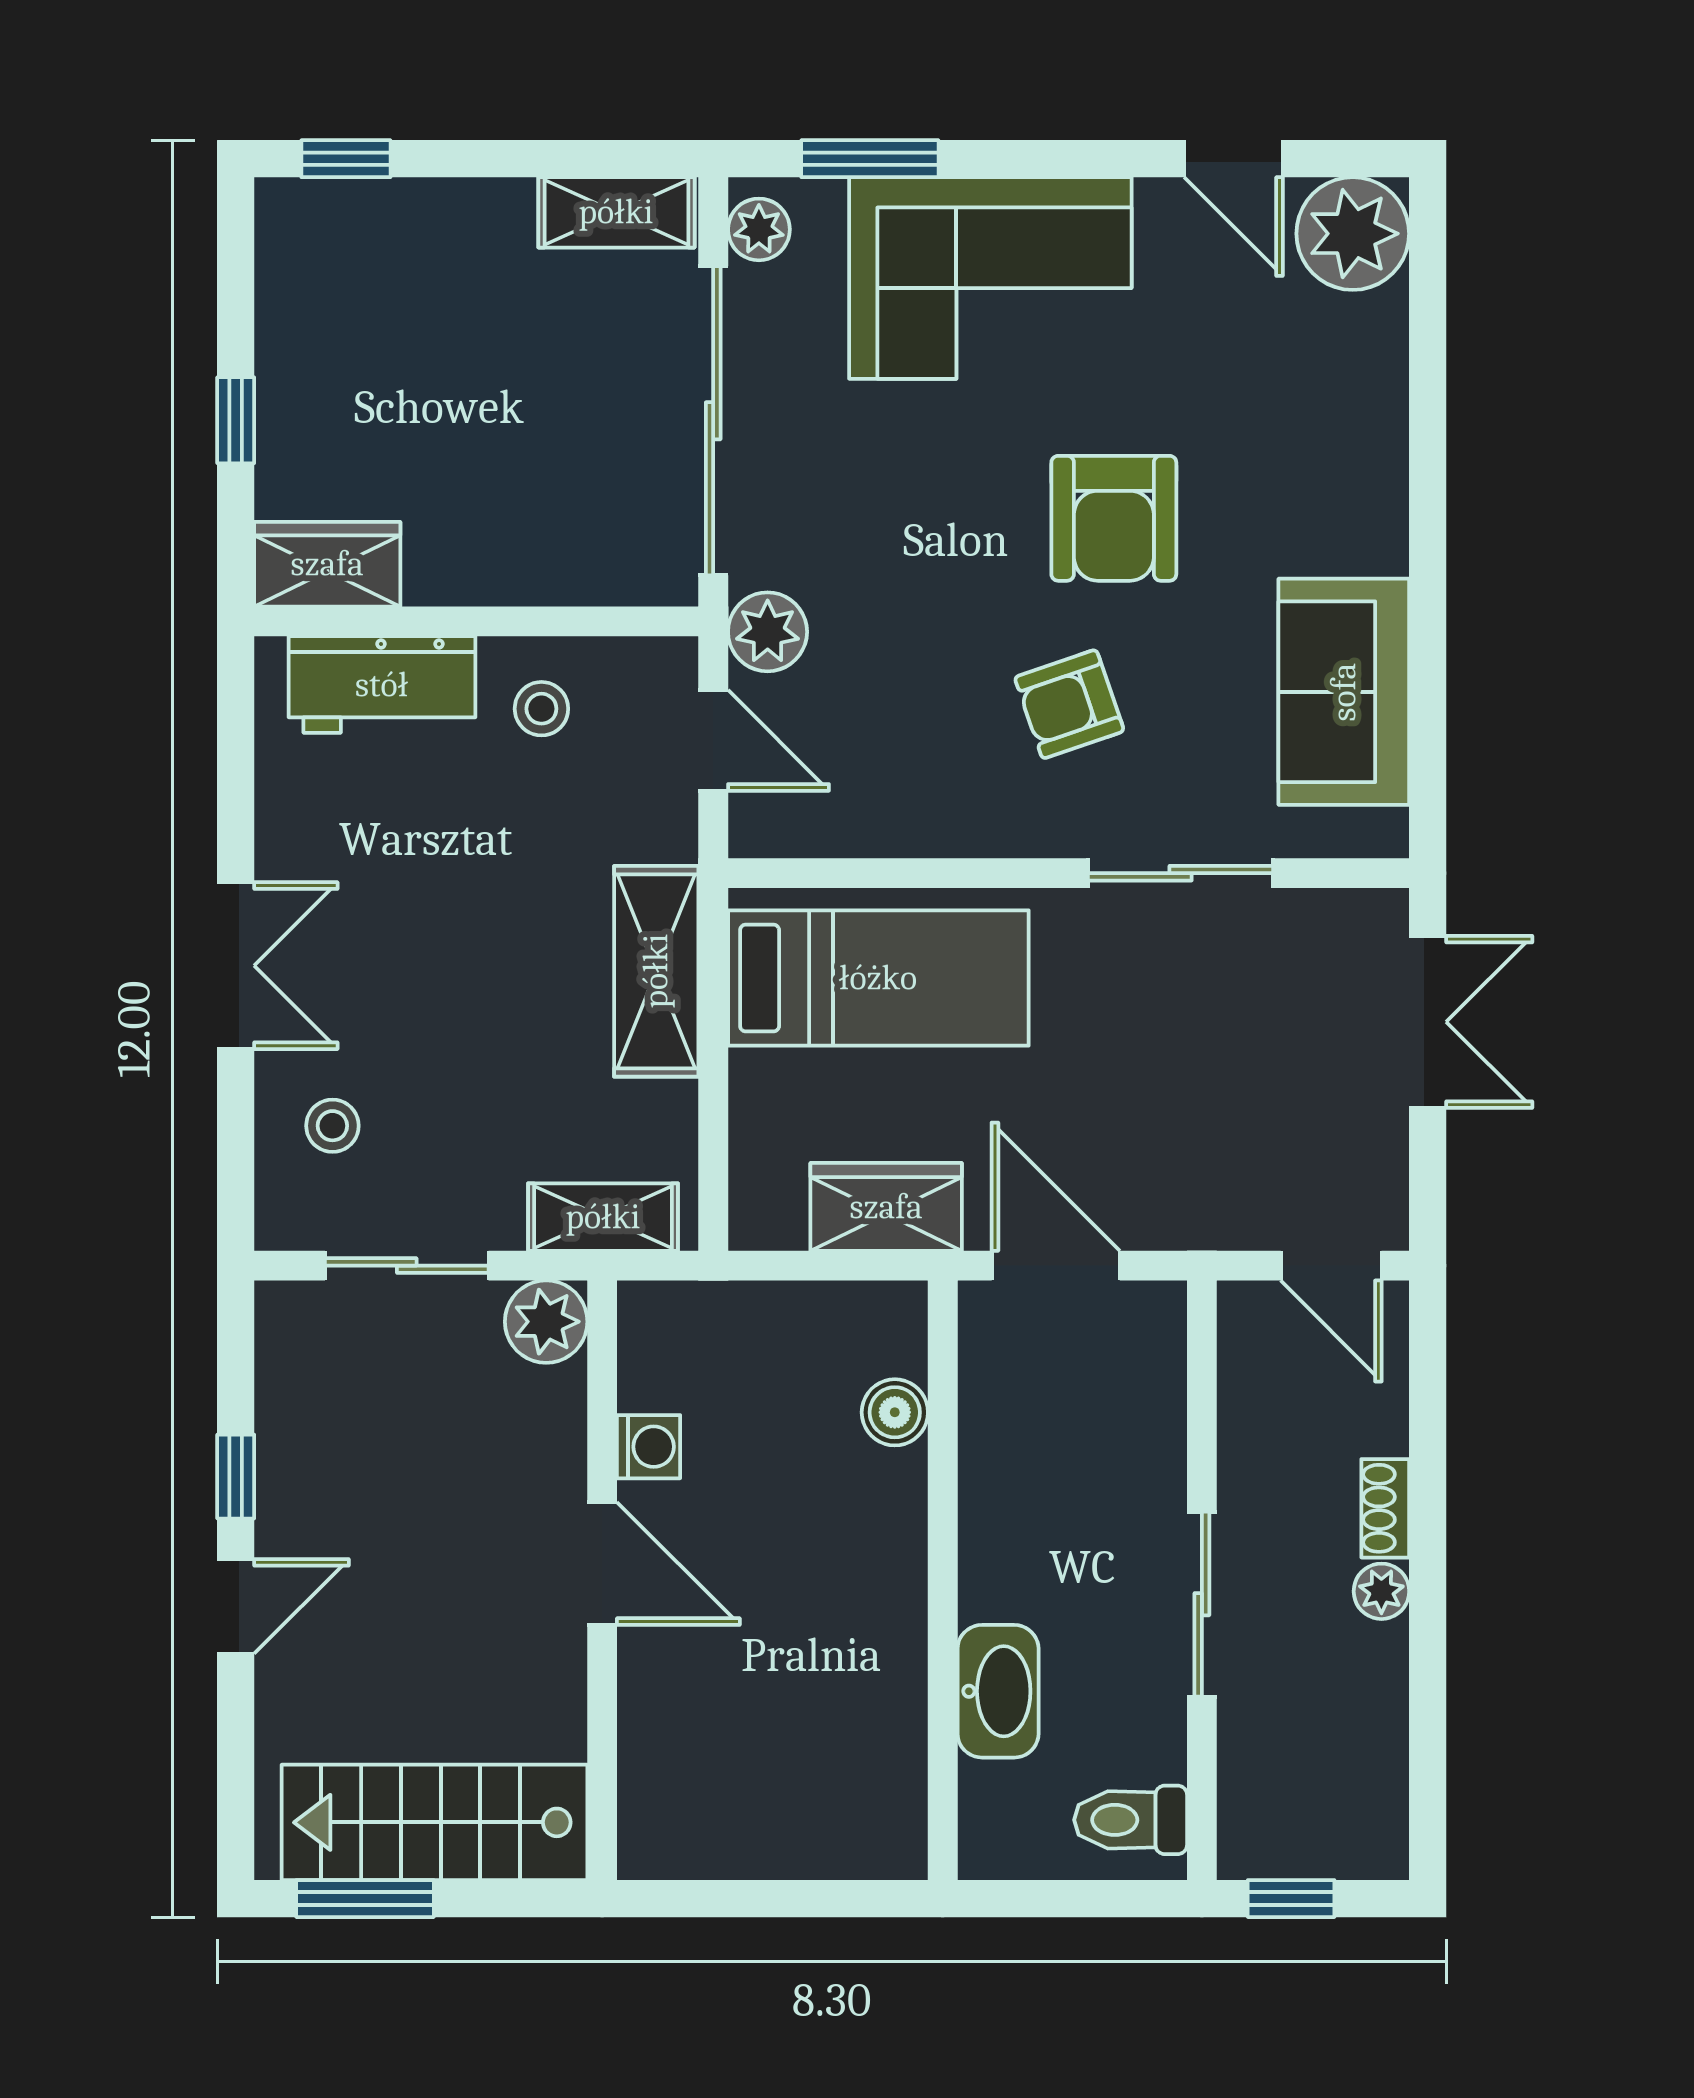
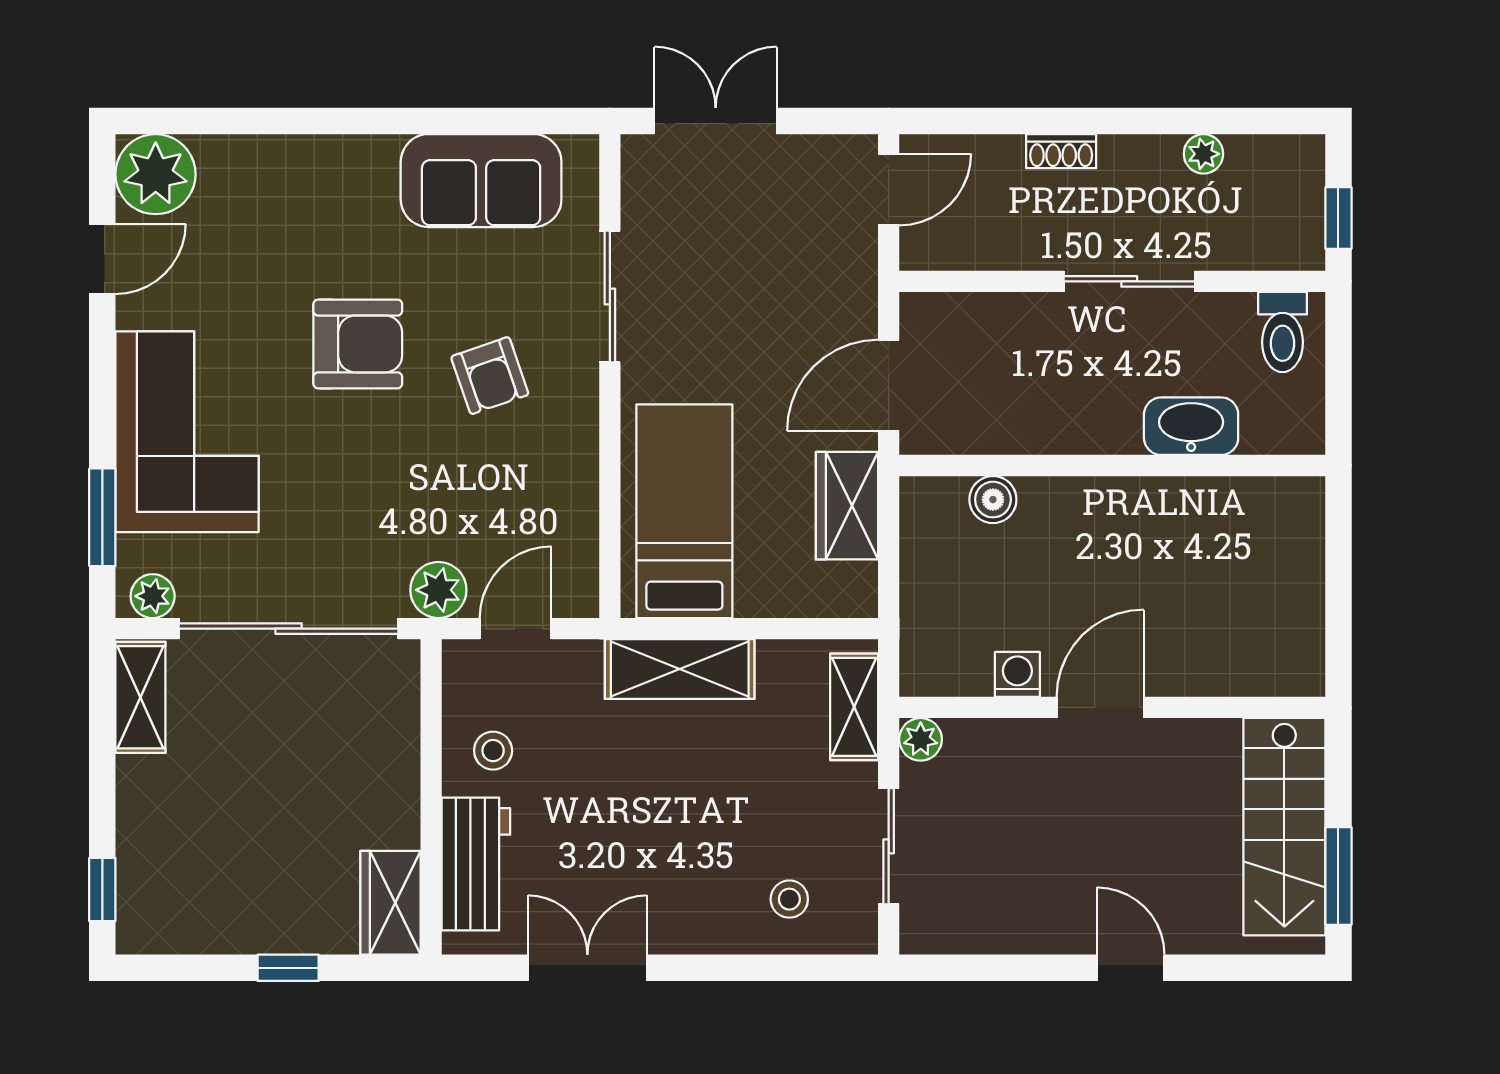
double door: (236, 966) -> (587, 968), moved
plant: (546, 1322) -> (921, 739), width x0.73, depth x0.73
window: (236, 1477) -> (1039, 968), removed
plant: (1381, 1591) -> (1203, 154), moved

